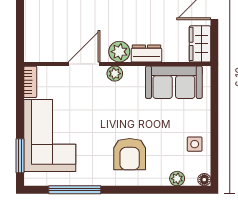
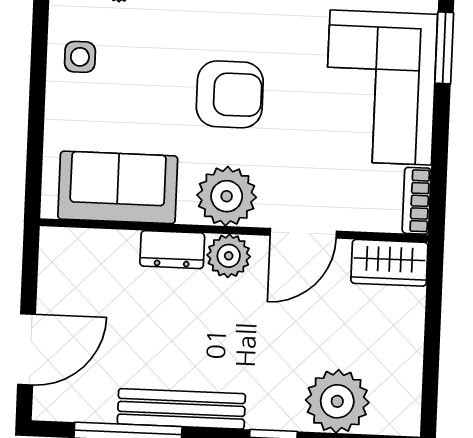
wardrobe: (200, 44) -> (389, 263), moved, turned 90
plant: (115, 74) -> (227, 196), width x1.88, depth x1.88
armchair: (130, 154) -> (230, 94), moved, turned 90

